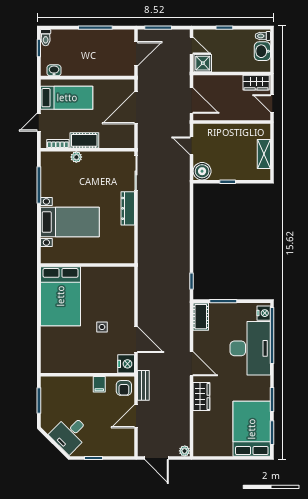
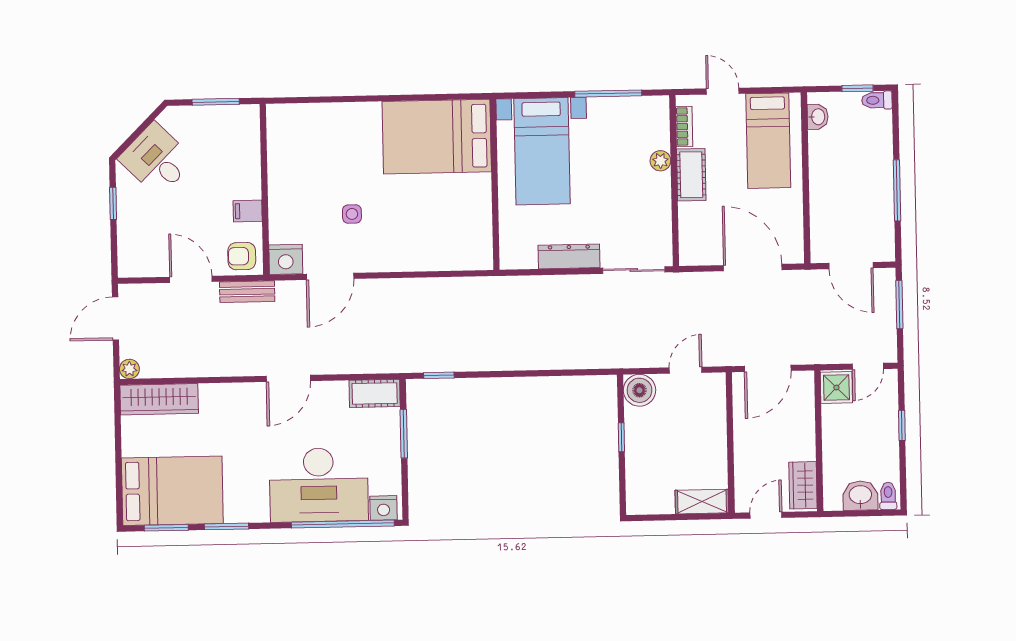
shelving: (264, 154) -> (702, 502), moved
wall: (87, 265) -> (495, 184), moved
bed: (61, 296) -> (437, 137), moved
wardrobe: (201, 397) -> (159, 399), moved, width x1.50

